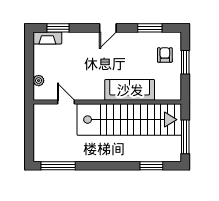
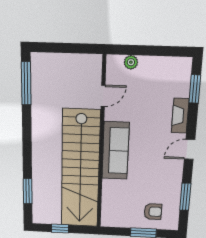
door: (108, 28) -> (190, 149), hinge flipped
fireplace: (47, 38) -> (180, 116), moved
sofa: (130, 90) -> (116, 151), moved
window: (185, 137) -> (60, 229), width x0.46

